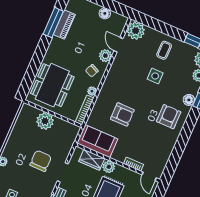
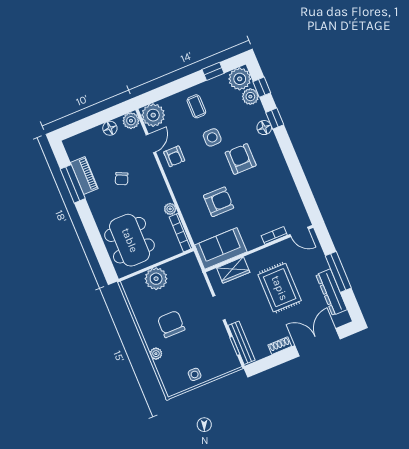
door: (118, 45) -> (151, 143), swing flipped
plant: (105, 56) -> (131, 121), moved
armchair: (124, 65) -> (174, 156), added
chair: (92, 71) -> (122, 179), moved
armchair: (169, 117) -> (241, 159), moved
chair: (41, 161) -> (171, 324), moved
plant: (109, 167) -> (255, 261), removed

